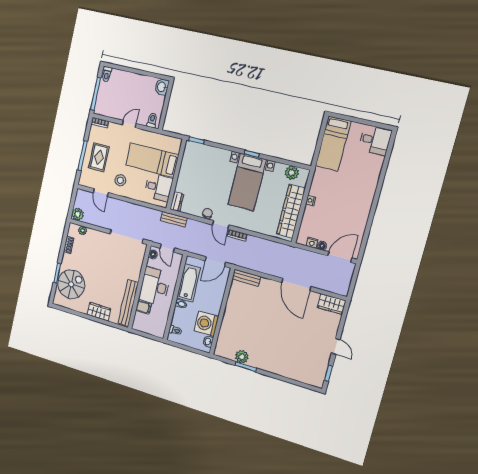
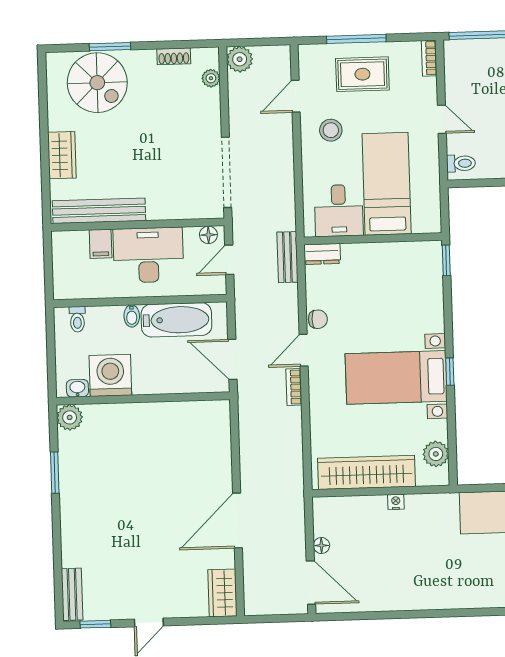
nightstand: (312, 243) -> (321, 526), removed
bench: (246, 278) -> (72, 594), moved
plant: (242, 357) -> (70, 417), moved

